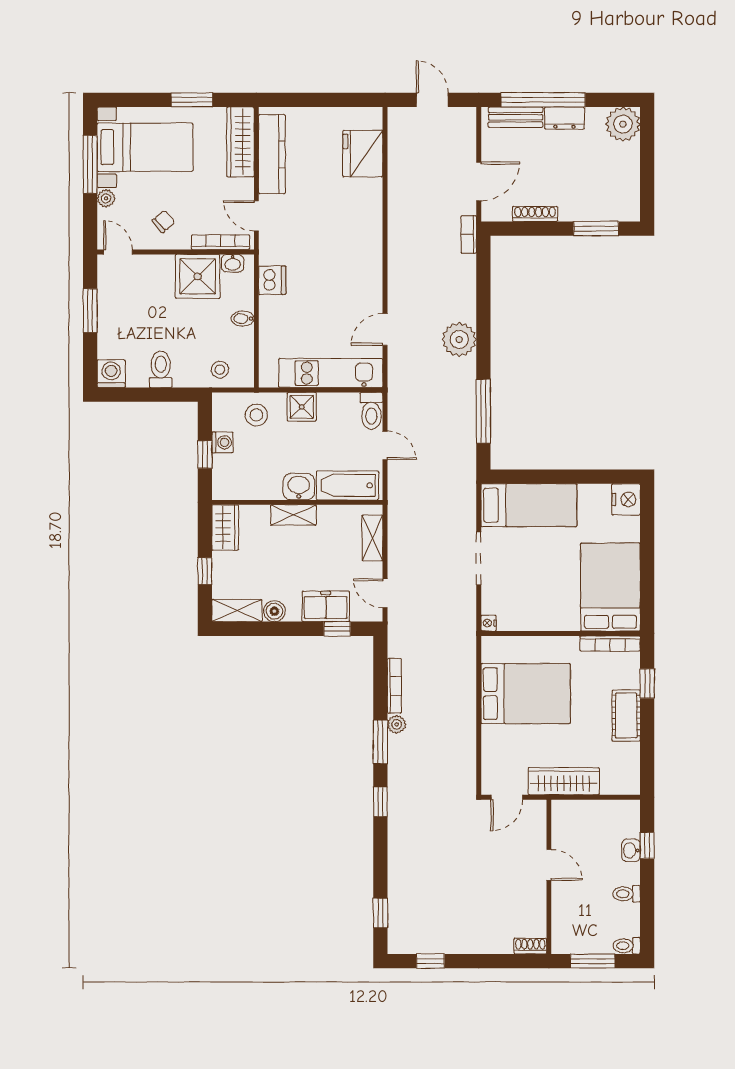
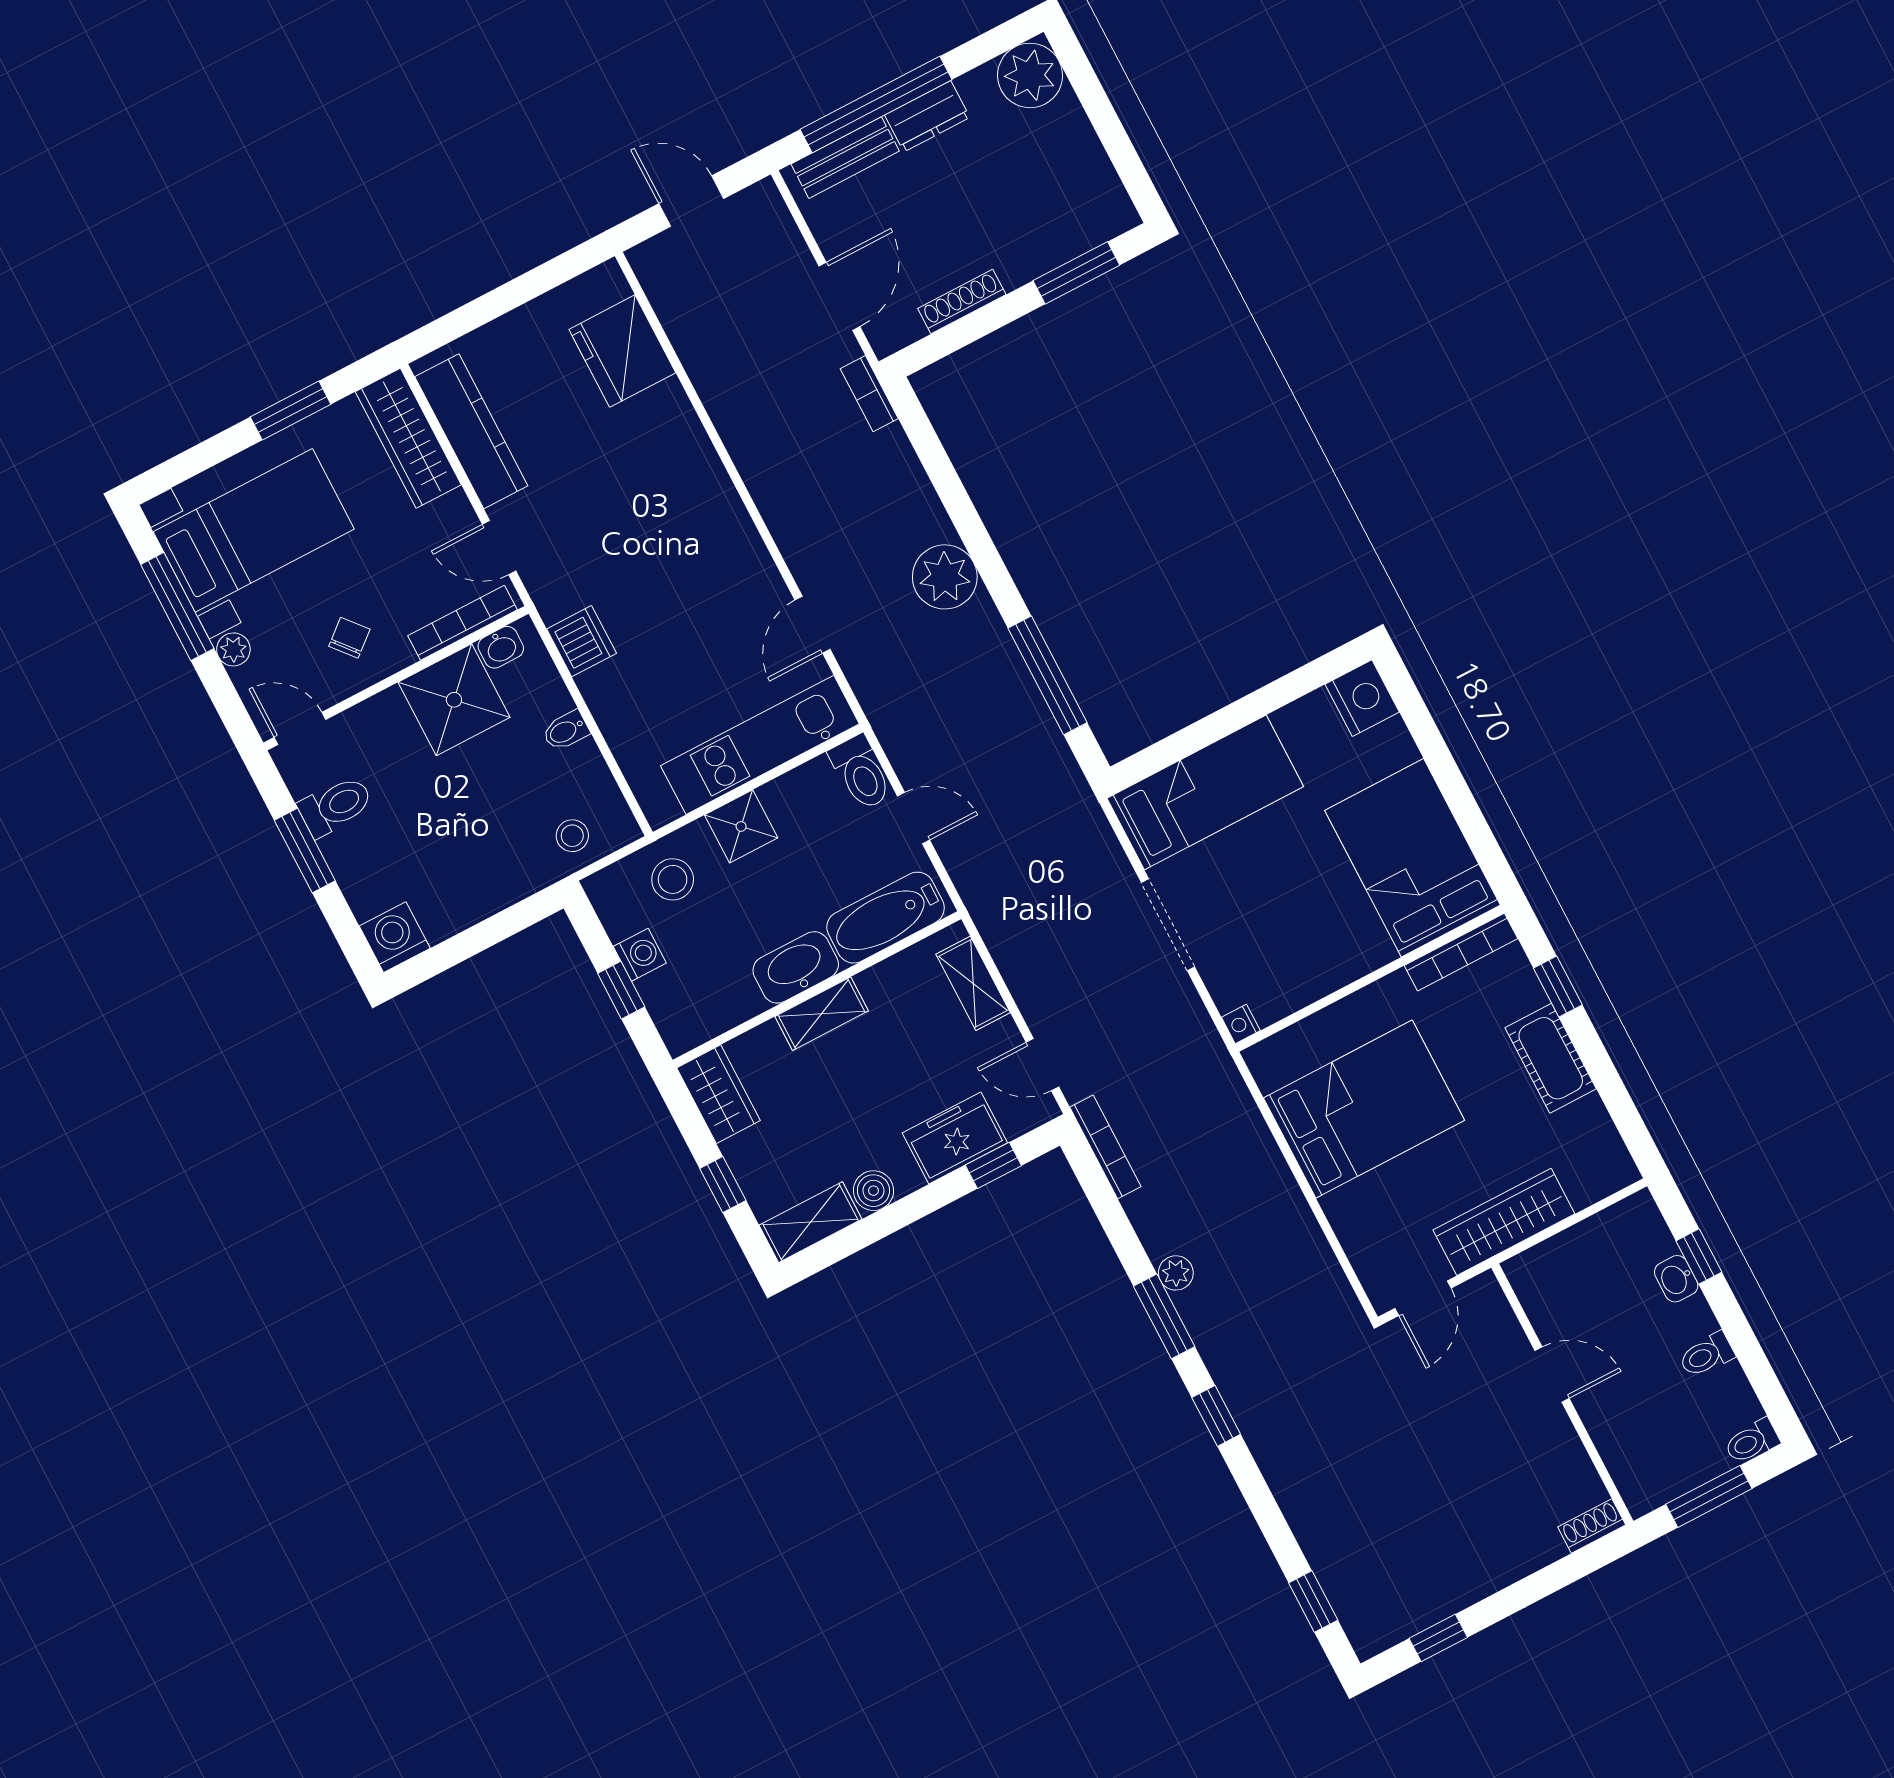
toilet: (161, 369) -> (336, 806), moved, turned 90
washbasin: (299, 487) -> (796, 967), width x1.38
bookcase: (394, 686) -> (1105, 1147), moved

